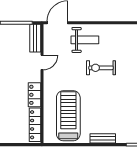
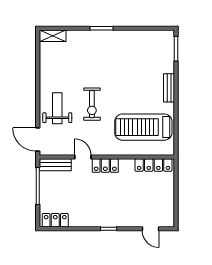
exercise bike: (101, 68) -> (92, 104), moved
locker: (34, 95) -> (105, 166), moved

